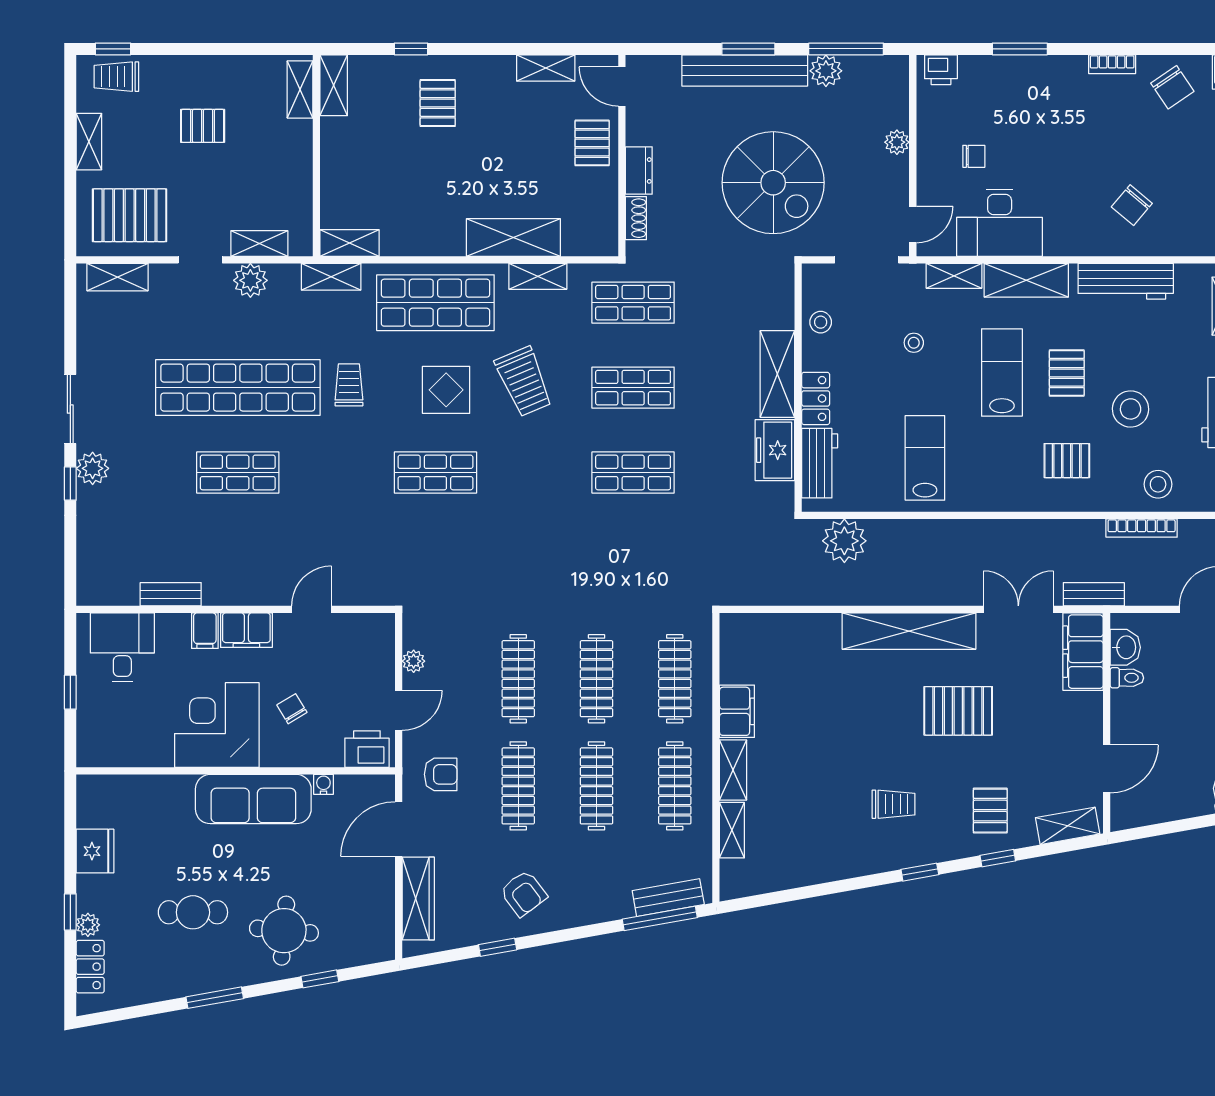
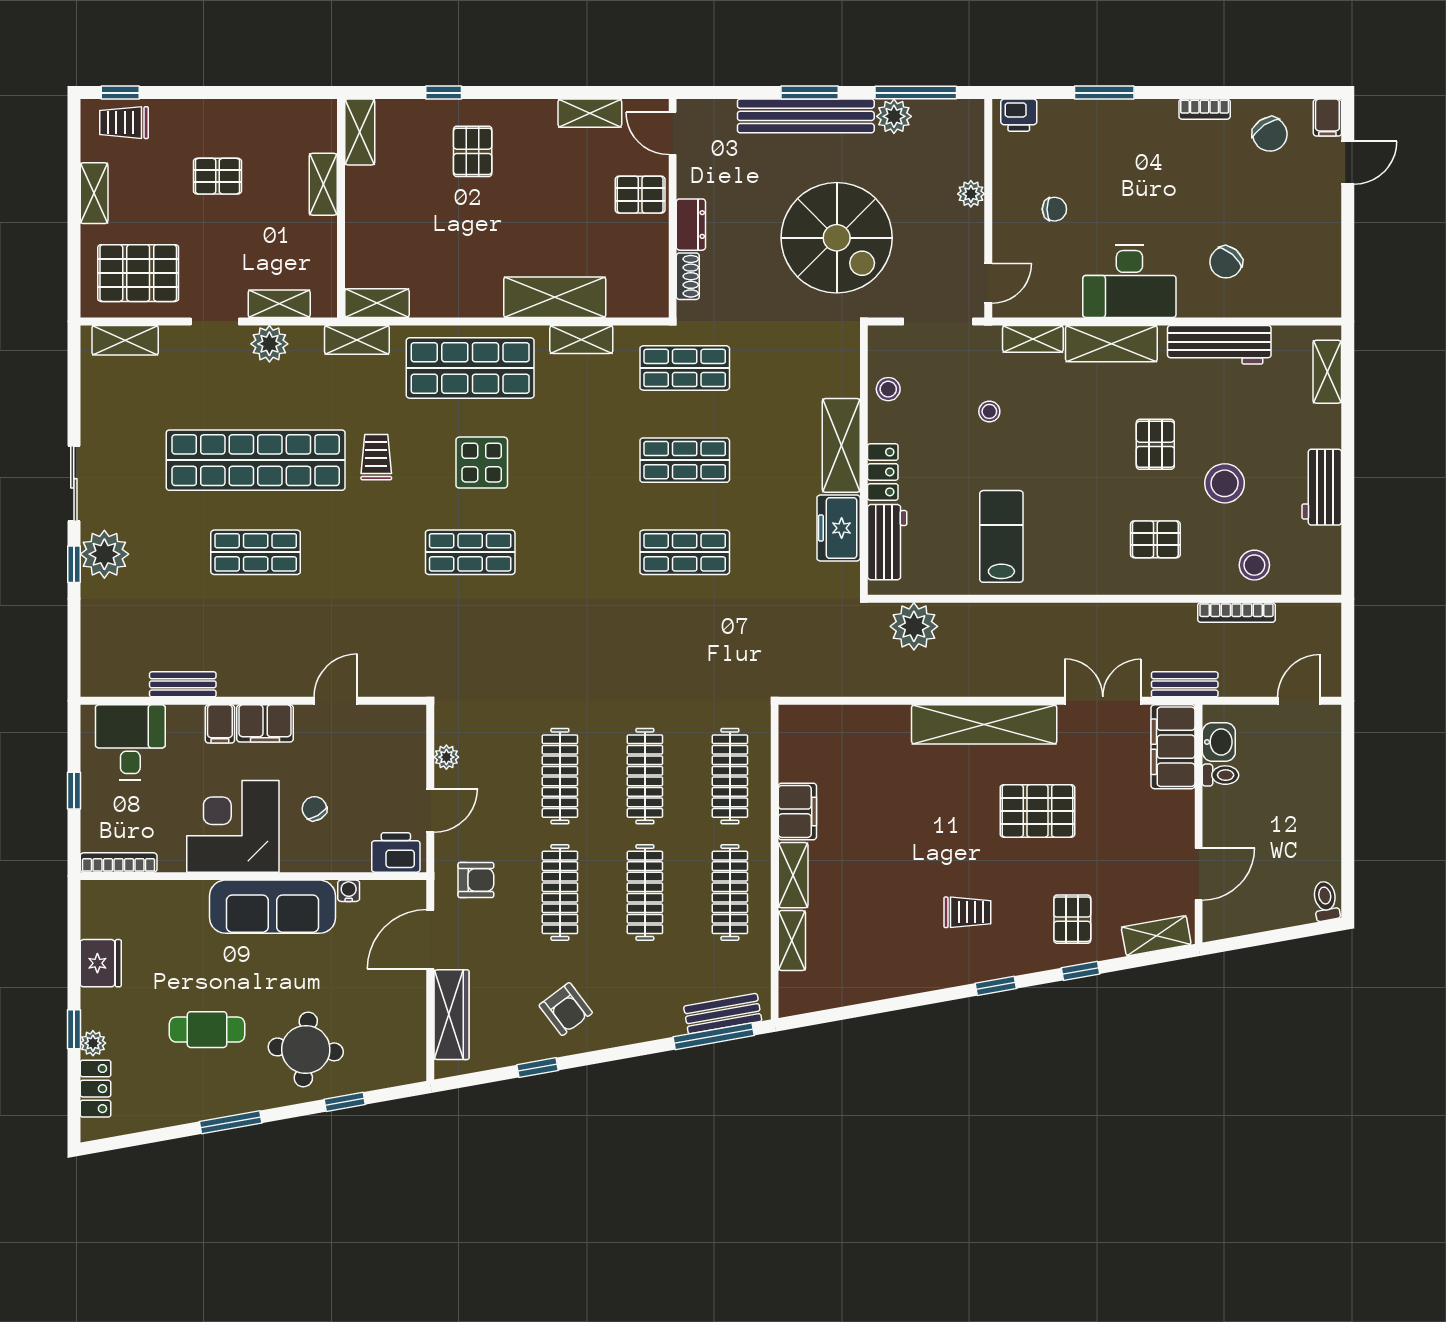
shelving: (300, 89) -> (323, 184), moved
pallet: (592, 143) -> (640, 195), turned 90
desk: (1000, 223) -> (1129, 281), moved
lab bench: (1002, 372) -> (1085, 444), removed
trolley: (524, 382) -> (566, 454), removed
plant: (93, 468) -> (104, 554), width x1.36, depth x1.36
bookcase: (111, 758) -> (119, 863), added

